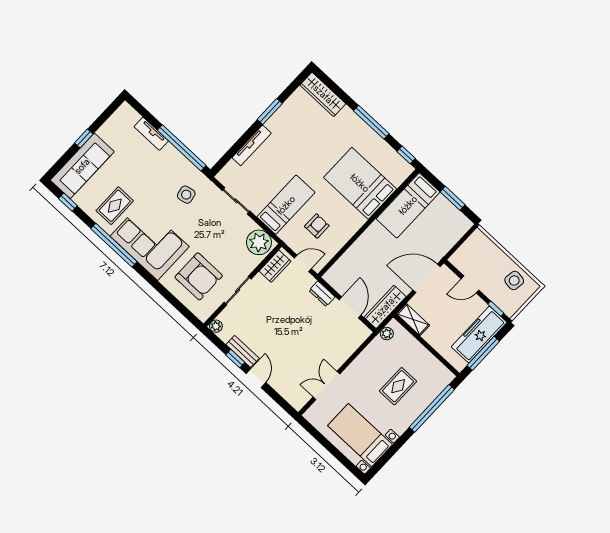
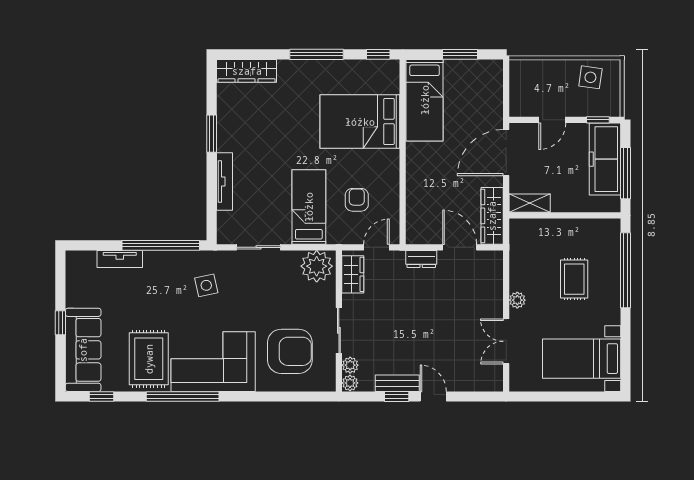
rug: (115, 206) -> (149, 359), width x1.36, depth x1.43
plant: (225, 316) -> (350, 365), added
plant: (387, 334) -> (517, 300), moved

